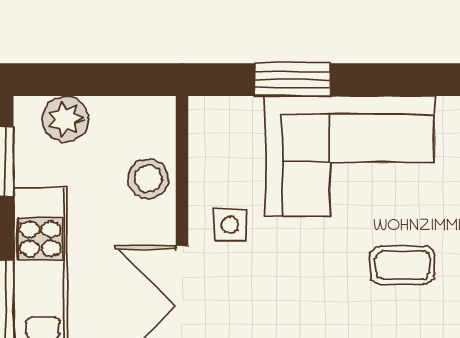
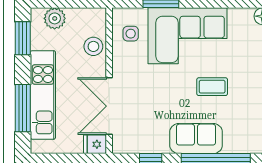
side table: (230, 225) -> (131, 34), moved

